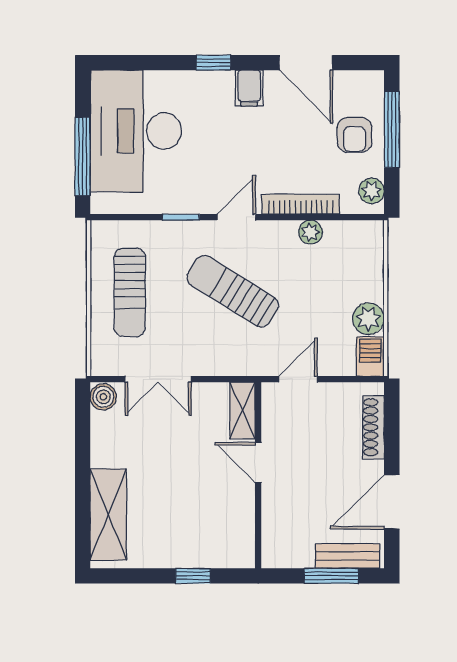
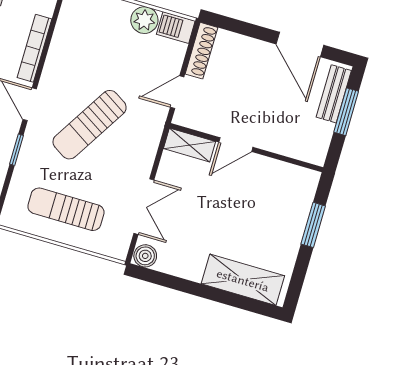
plant: (310, 232) -> (60, 47), removed
sun lounger: (130, 292) -> (66, 209), turned 180
door: (298, 379) -> (177, 92), hinge flipped
shoe rack: (373, 427) -> (201, 51), moved, turned -90
window: (193, 576) -> (313, 225), width x1.50

